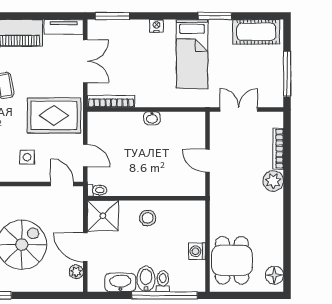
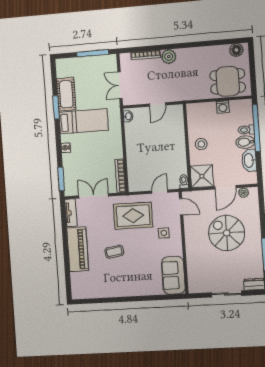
cot: (256, 32) -> (66, 94), moved
rug: (54, 115) -> (133, 216), turned 90
washbasin: (152, 118) -> (128, 116), moved
door: (62, 184) -> (181, 207), swing flipped

